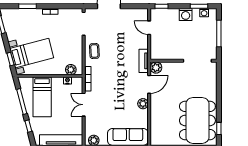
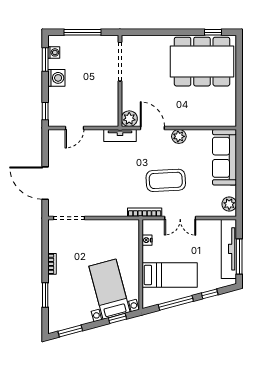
coffee table: (94, 51) -> (166, 180), moved, width x1.86, depth x1.72
plant: (71, 70) -> (132, 236), removed

